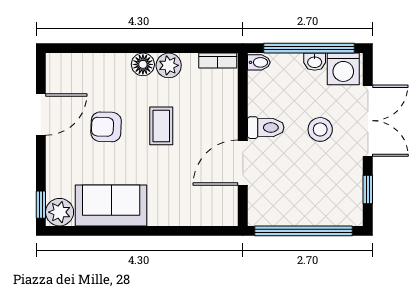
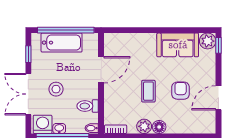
armchair: (106, 127) -> (181, 91), turned -92
toilet: (266, 128) -> (88, 106), moved
bathtub: (311, 210) -> (62, 43), added

